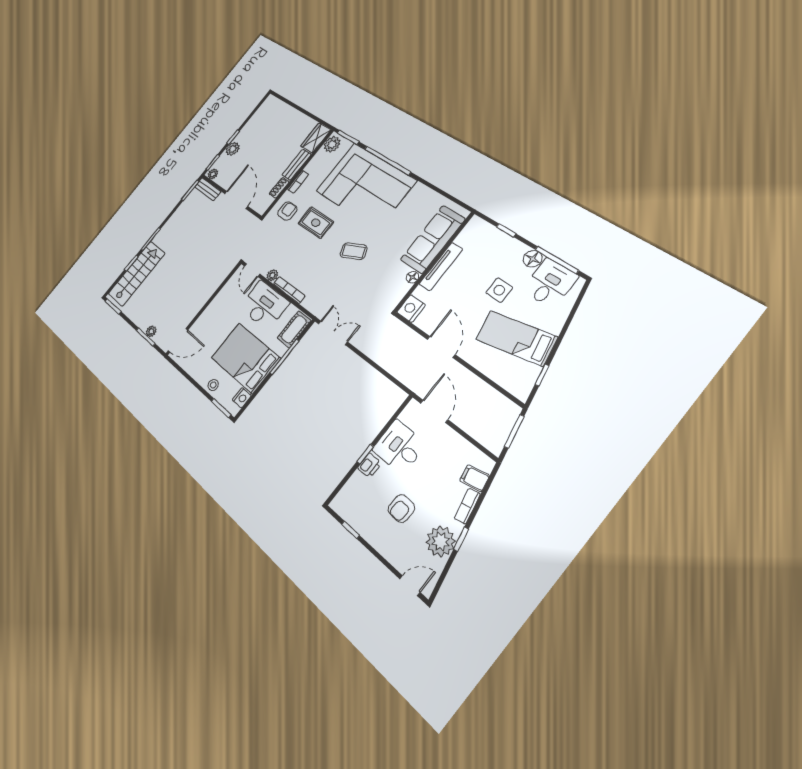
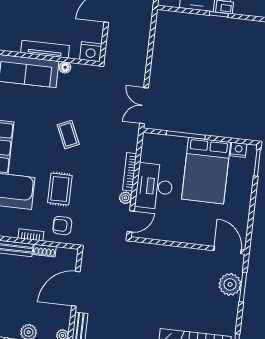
cot: (294, 329) -> (159, 143), removed
plant: (151, 331) -> (230, 284), width x1.87, depth x1.87
stool: (213, 385) -> (244, 185), removed

